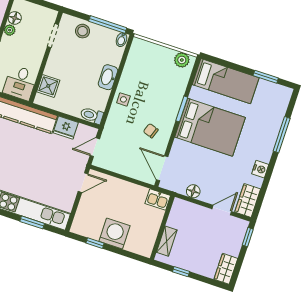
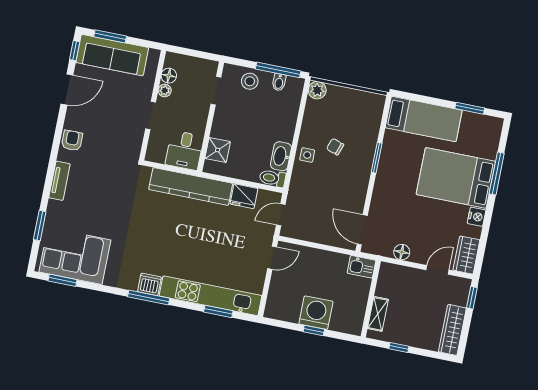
bidet: (121, 40) -> (279, 82), moved
plant: (182, 60) -> (317, 90), moved
washbasin: (108, 77) -> (281, 156), moved
bed: (210, 127) -> (456, 178), moved, turned 180
chair: (151, 131) -> (335, 147), moved
window: (95, 243) -> (314, 330), moved
wardrobe: (226, 269) -> (452, 330), width x1.50

